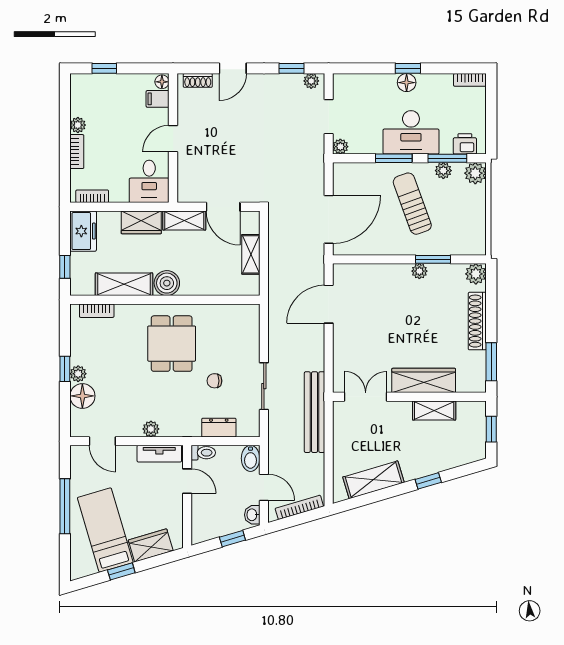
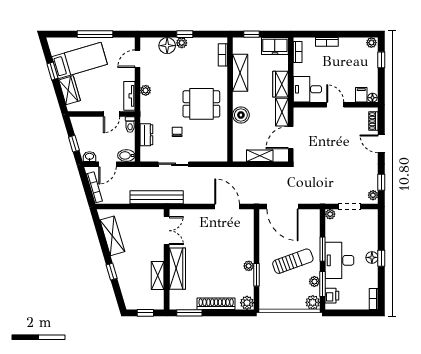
plant: (78, 125) -> (371, 43), moved
boiler: (167, 283) -> (241, 115), moved

